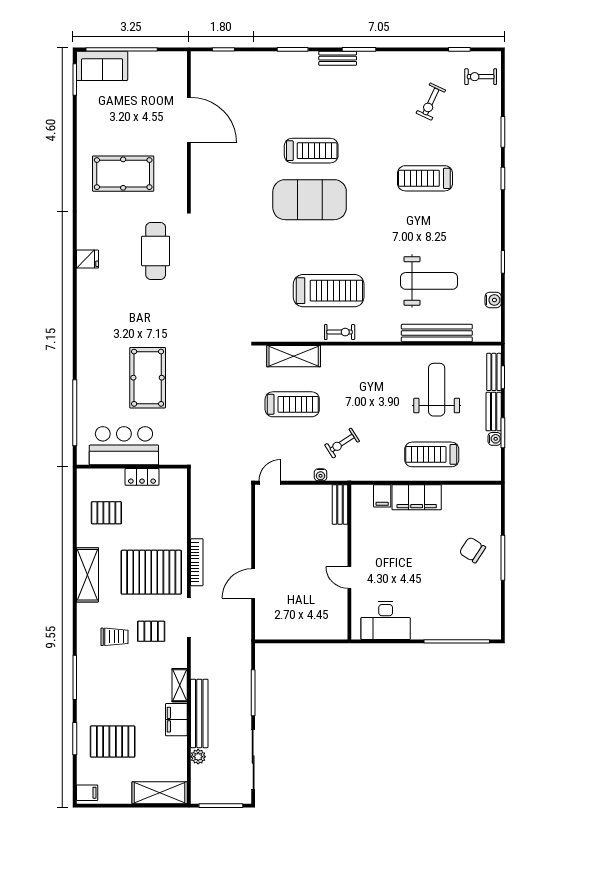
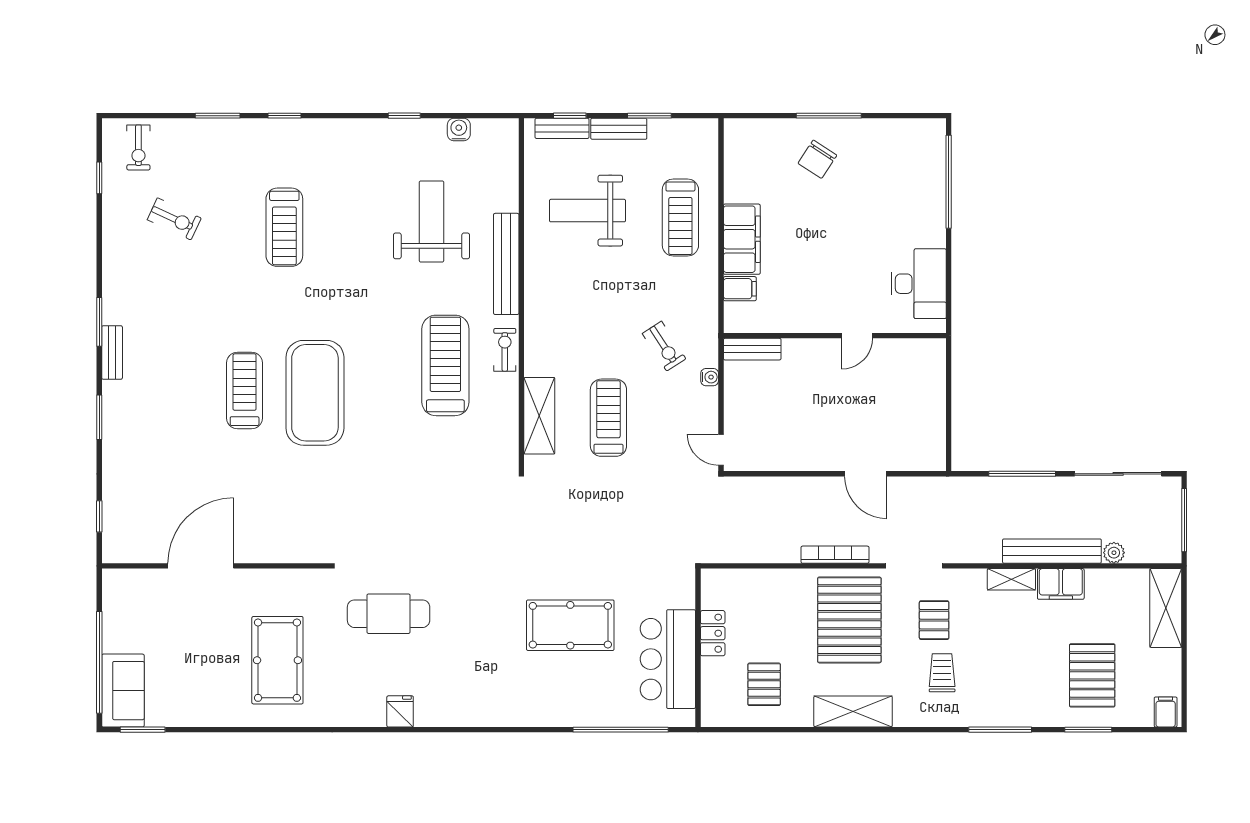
bench: (437, 333) -> (506, 264), moved
water cooler: (495, 439) -> (658, 127), removed

